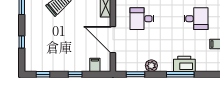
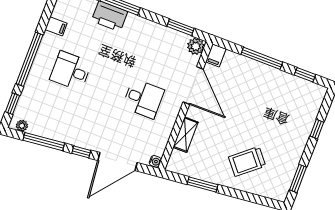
filing cabinet: (95, 65) -> (216, 55), moved
plant: (151, 66) -> (196, 46), moved
window: (75, 74) -> (262, 58), width x2.17

